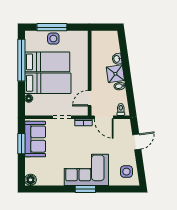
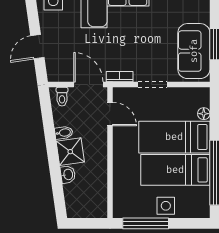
window: (52, 27) -> (146, 223), moved
door: (90, 98) -> (110, 114), hinge flipped

